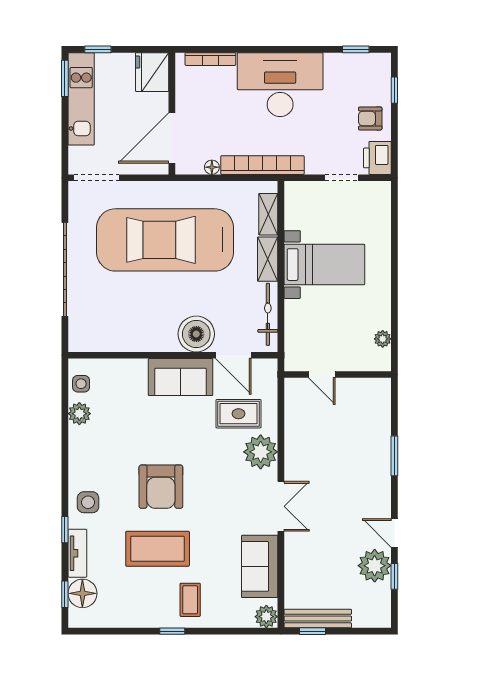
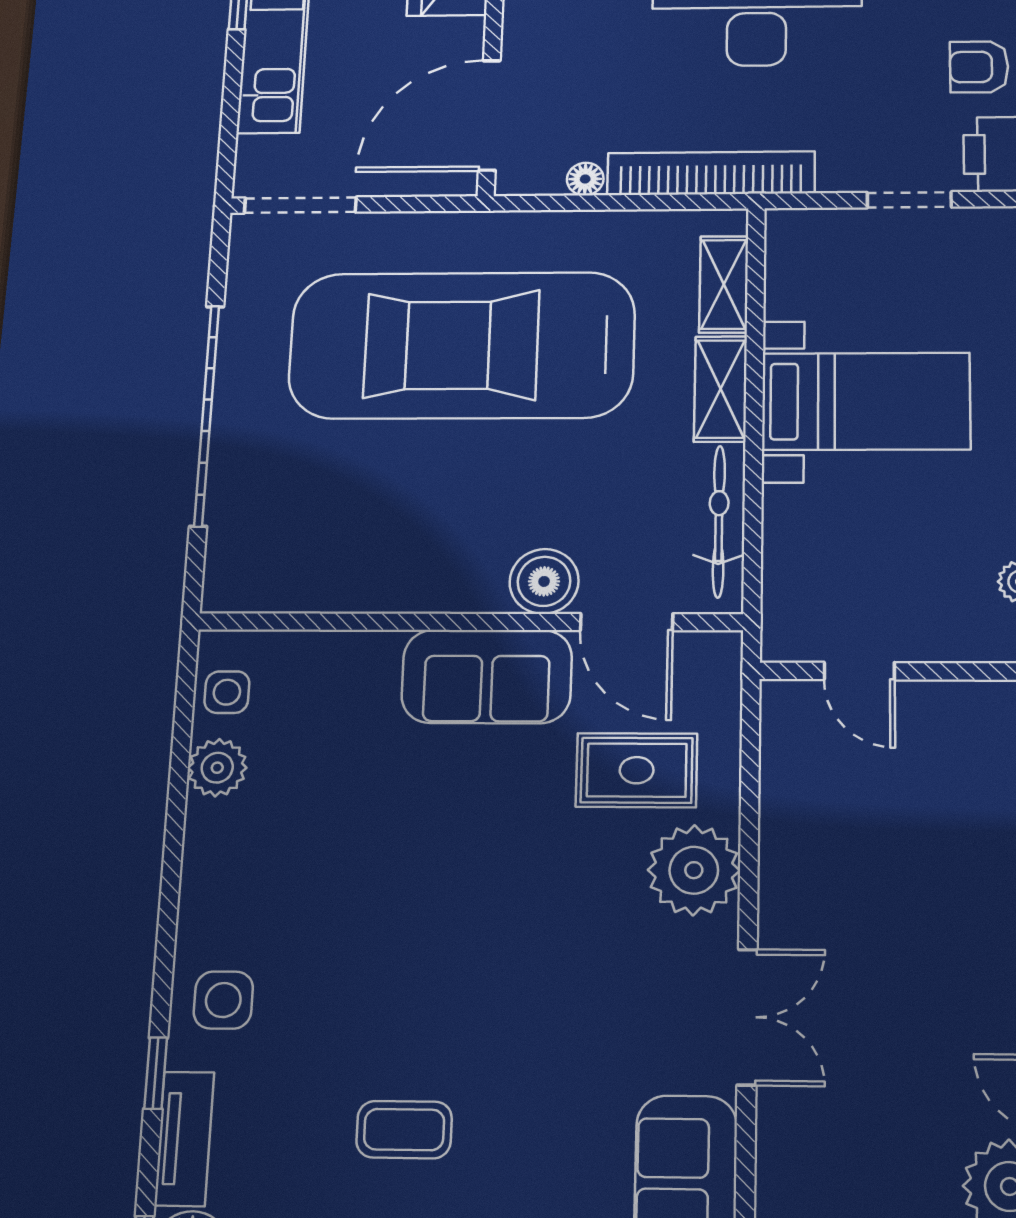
boiler: (196, 334) -> (544, 581), width x0.73, depth x0.73
armchair: (161, 487) -> (422, 960), removed
coffee table: (158, 549) -> (404, 1130), width x0.54, depth x0.58

